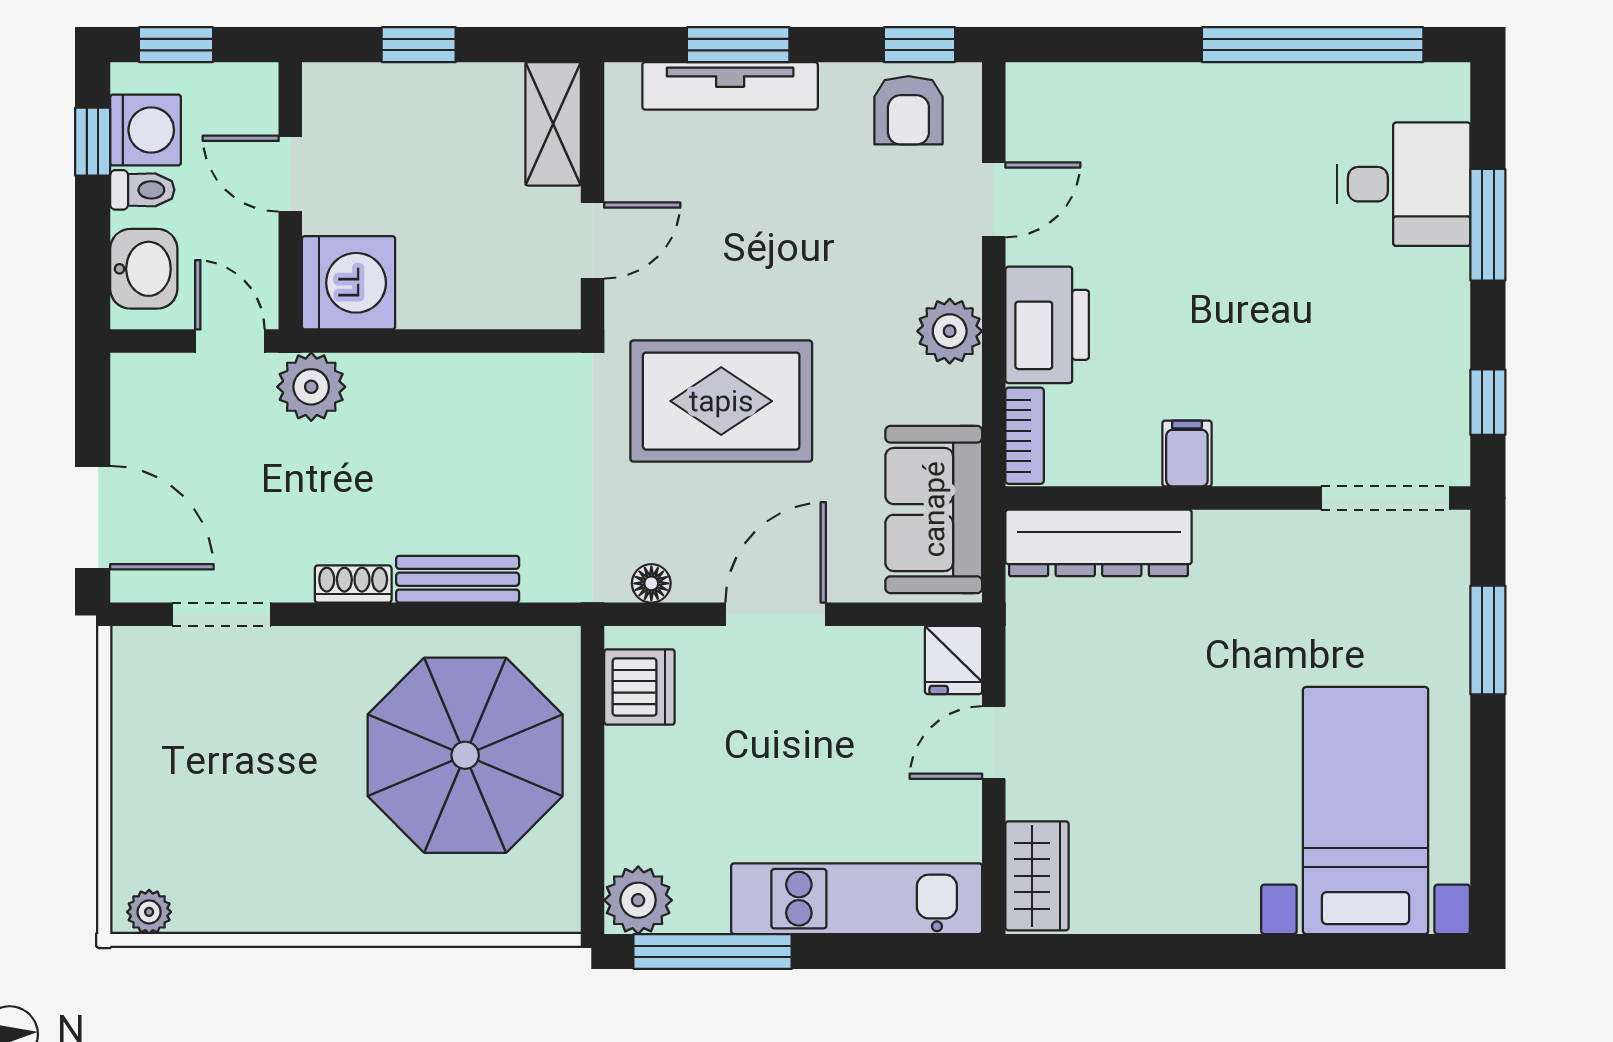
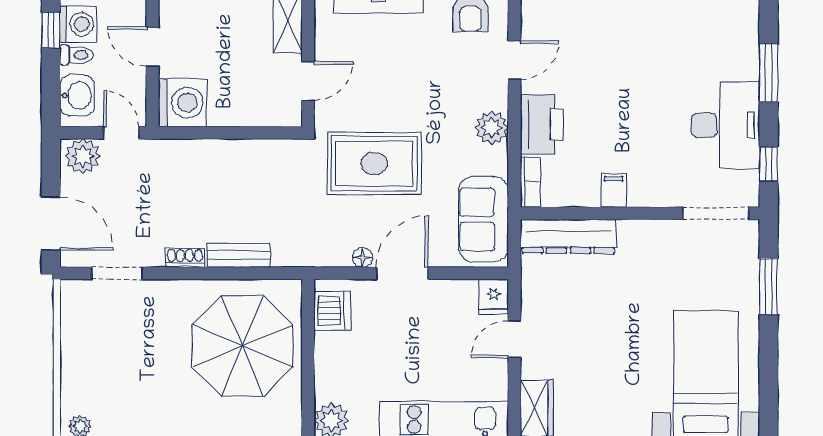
desk: (1404, 184) -> (725, 125), moved, width x1.37
plant: (311, 387) -> (83, 156), moved
floor lamp: (651, 583) -> (363, 257), moved

